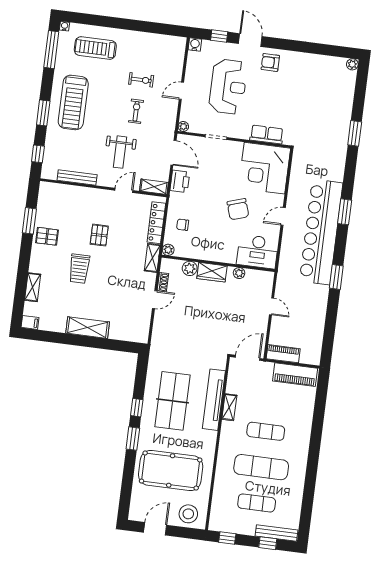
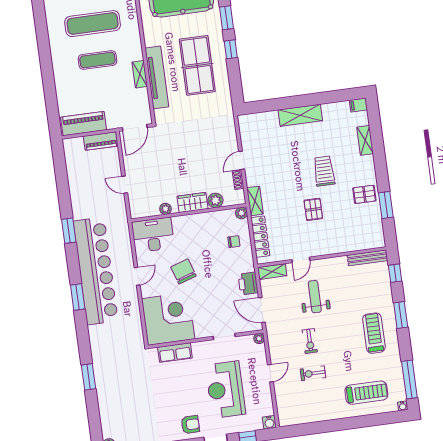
treadmill: (73, 102) -> (374, 333), width x0.73, depth x0.73
bench: (77, 178) -> (367, 258), moved

